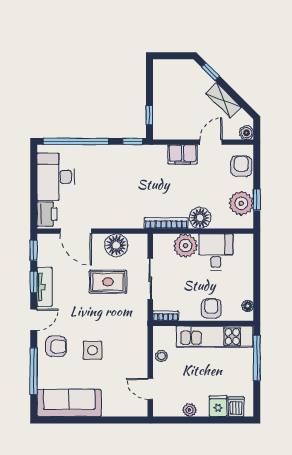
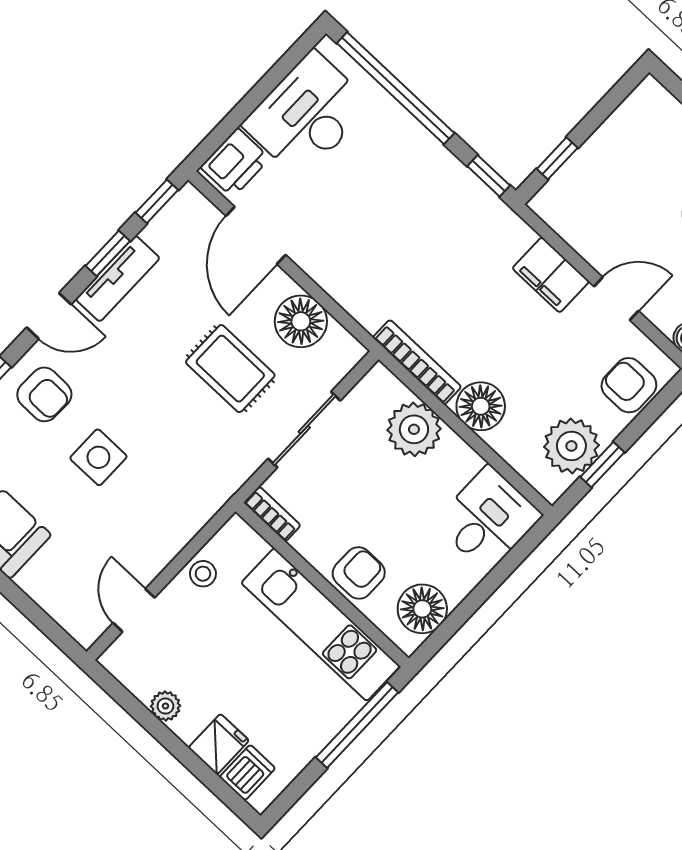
armchair: (241, 166) -> (629, 385), turned -90
desk: (216, 252) -> (488, 519), moved
floor lamp: (248, 306) -> (422, 609), width x1.89, depth x1.89

